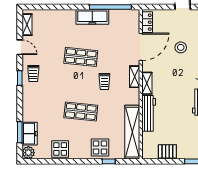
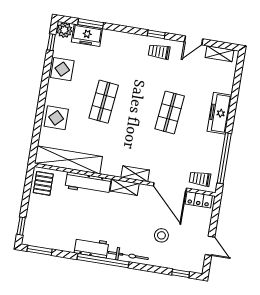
freezer: (92, 17) -> (219, 113), moved
trolley: (104, 82) -> (200, 179), moved
pallet: (167, 151) -> (43, 183), moved
window: (109, 161) -> (51, 42), moved

